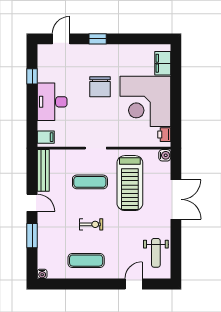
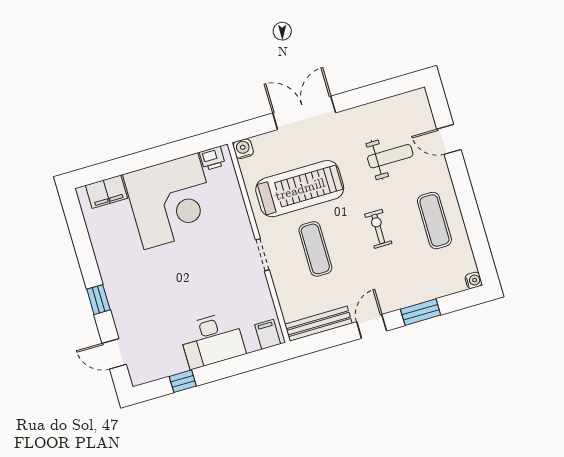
chair: (100, 87) -> (169, 275), removed
weight bench: (156, 253) -> (390, 156), moved

